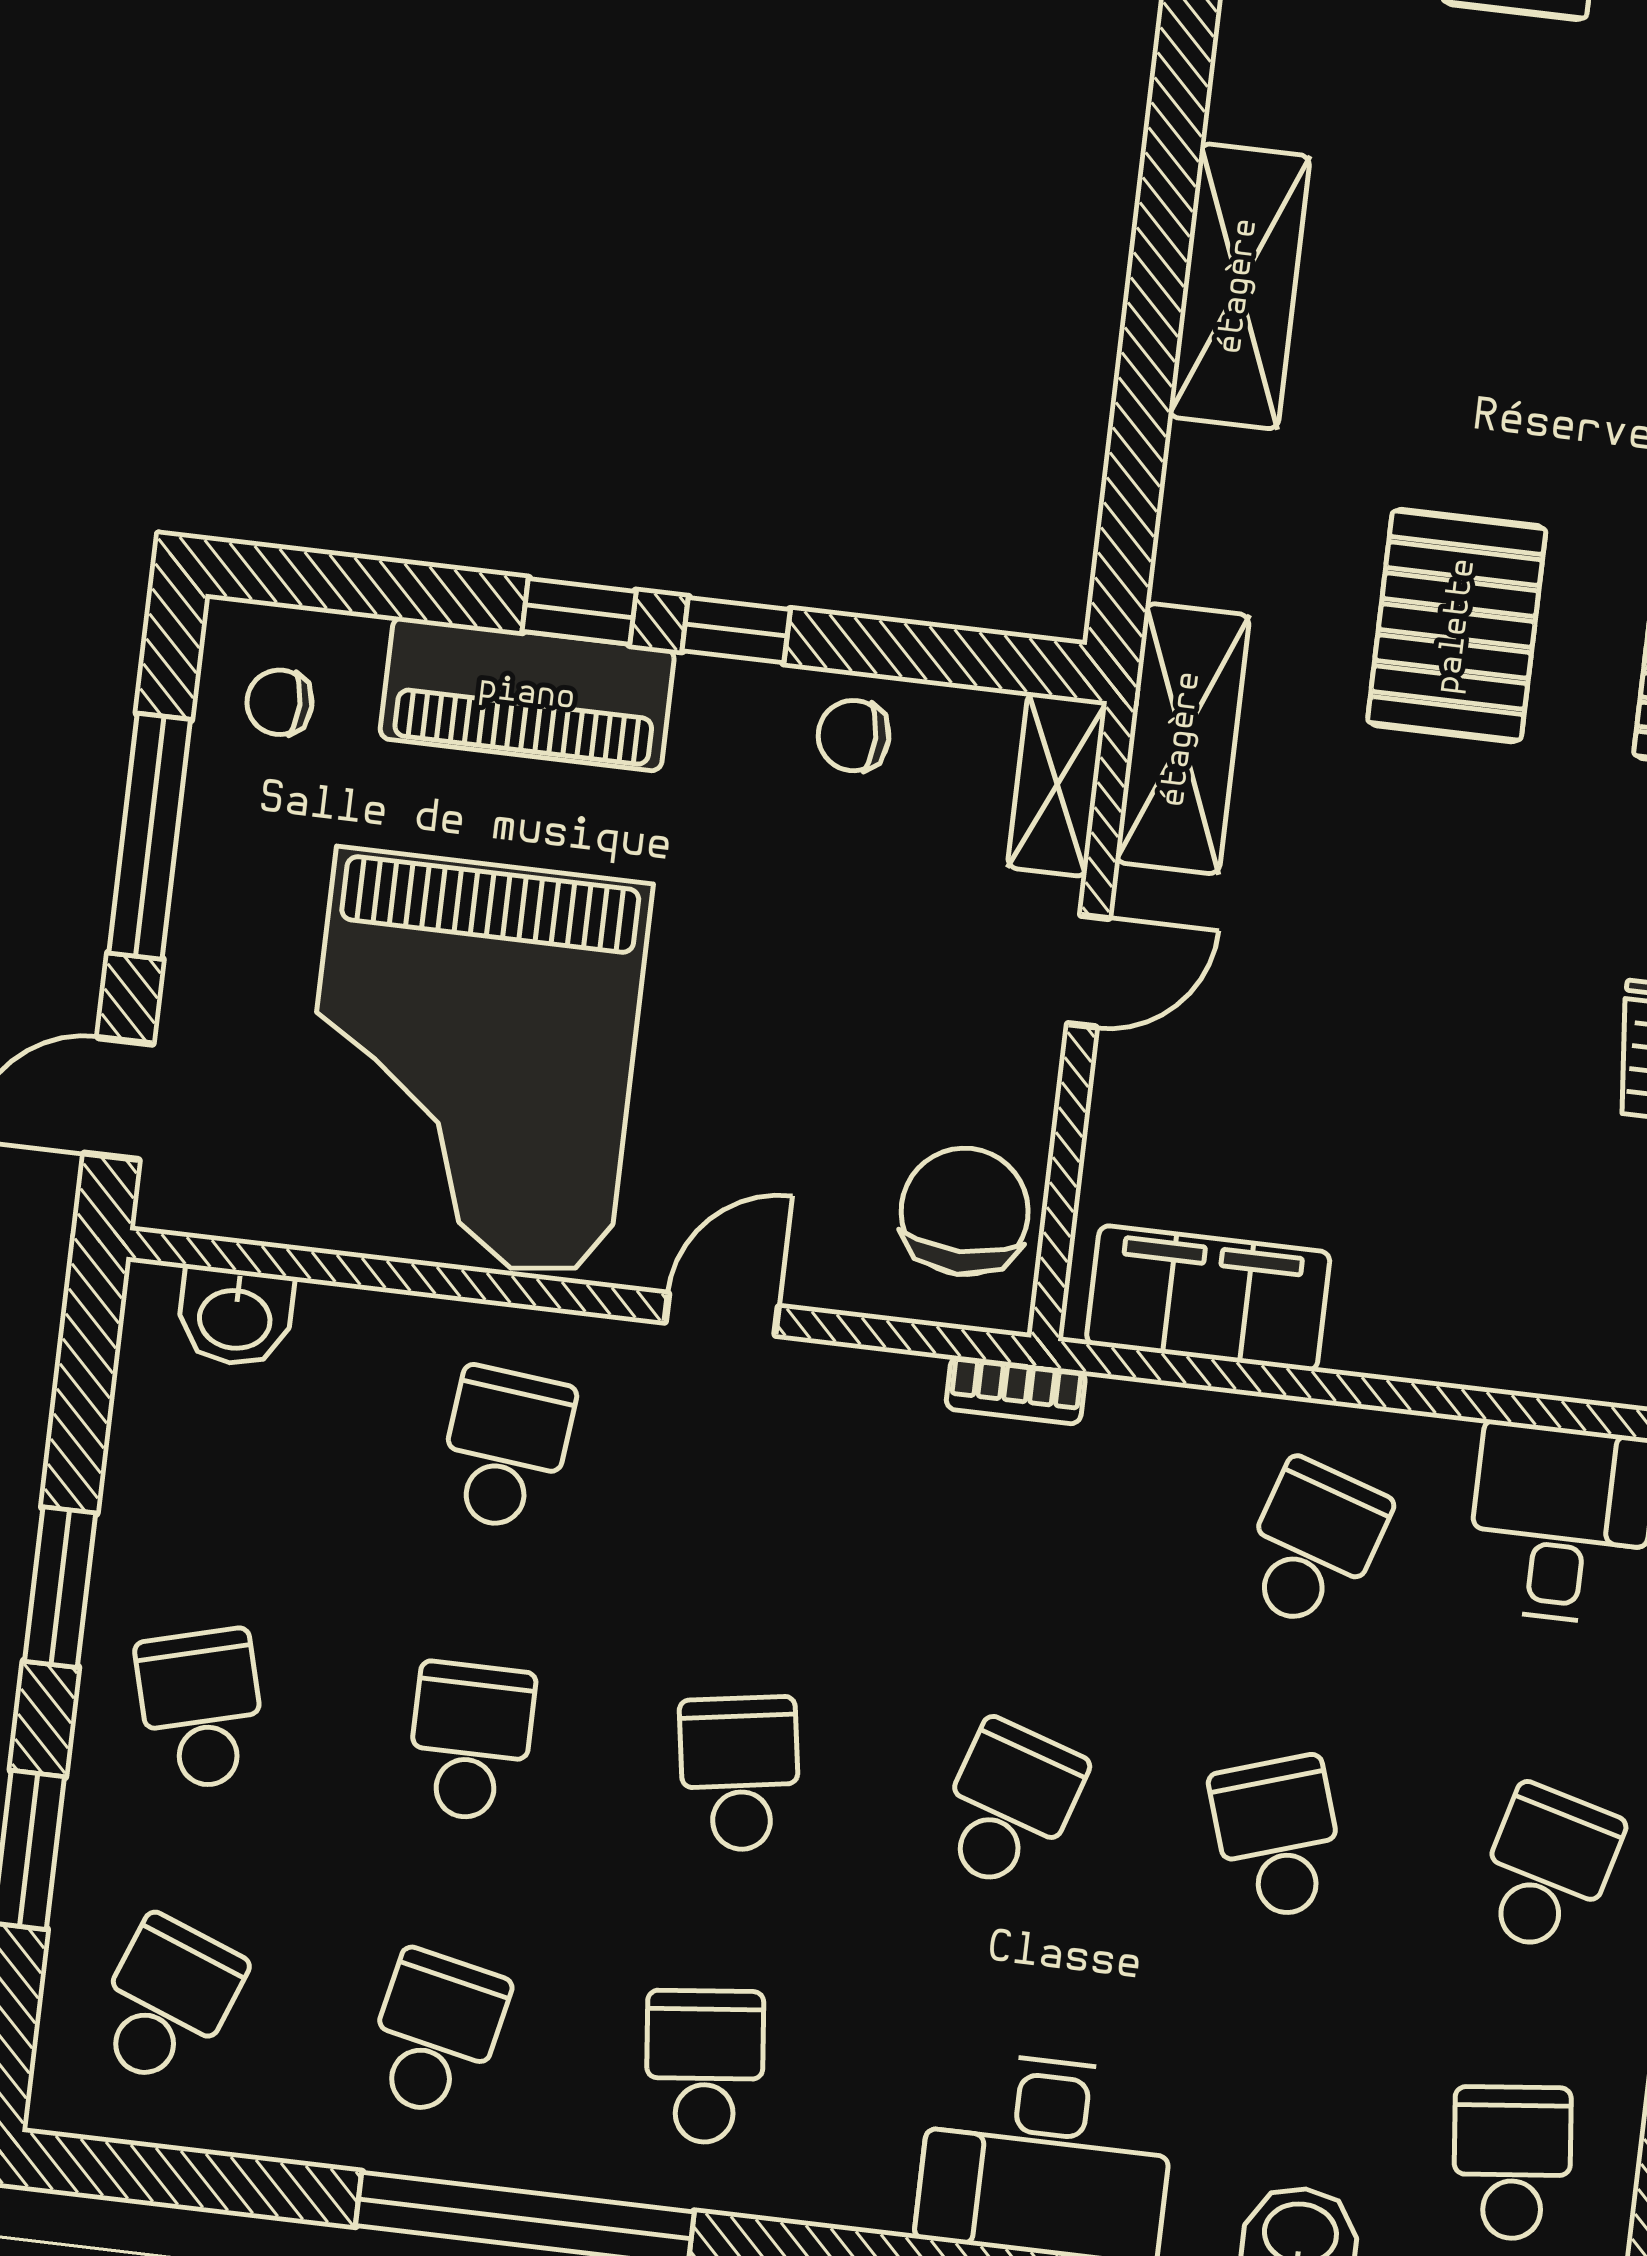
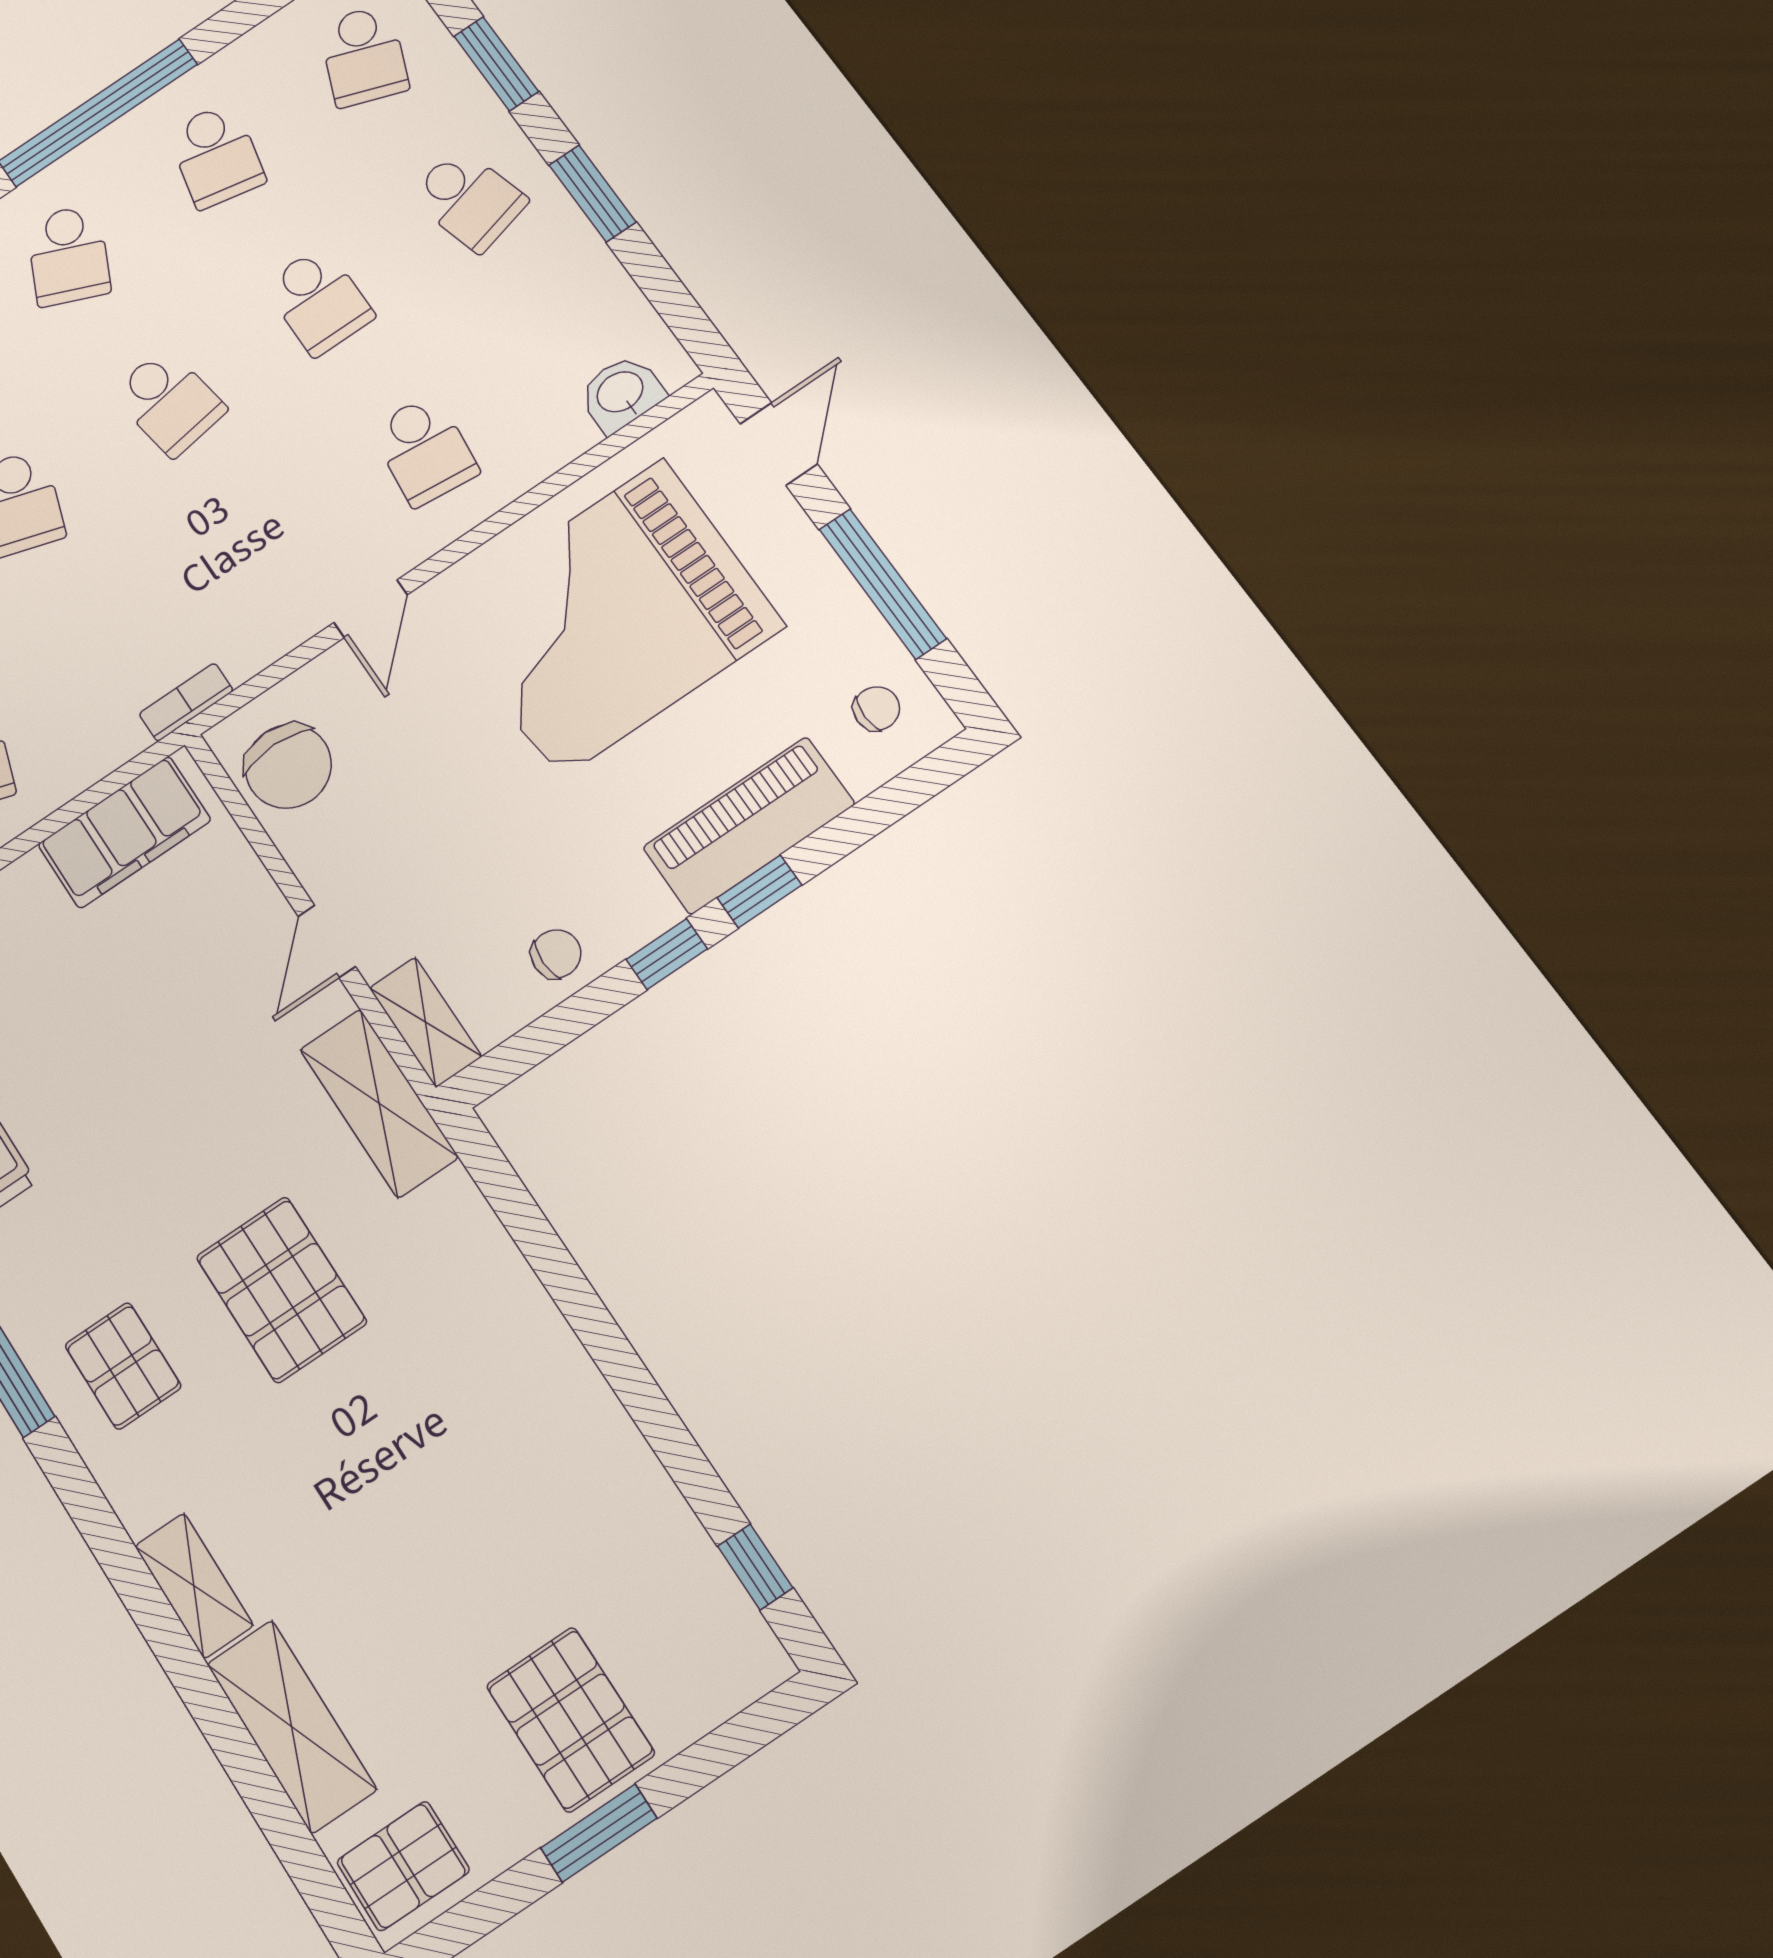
shelving: (1239, 286) -> (553, 1371), removed
grand piano: (471, 1063) -> (611, 618), turned -90
school desk: (705, 2066) -> (68, 255), turned 30

